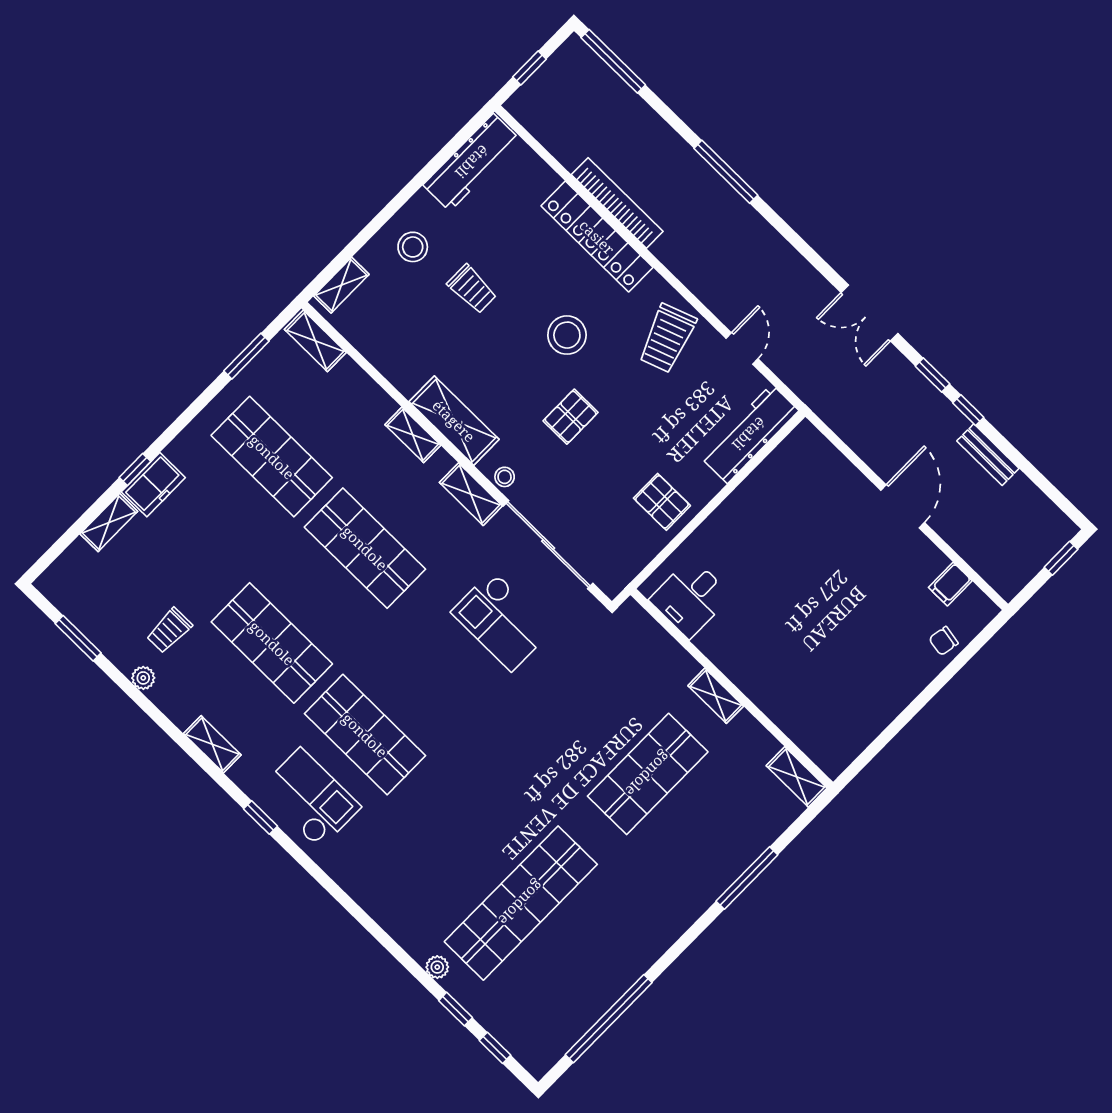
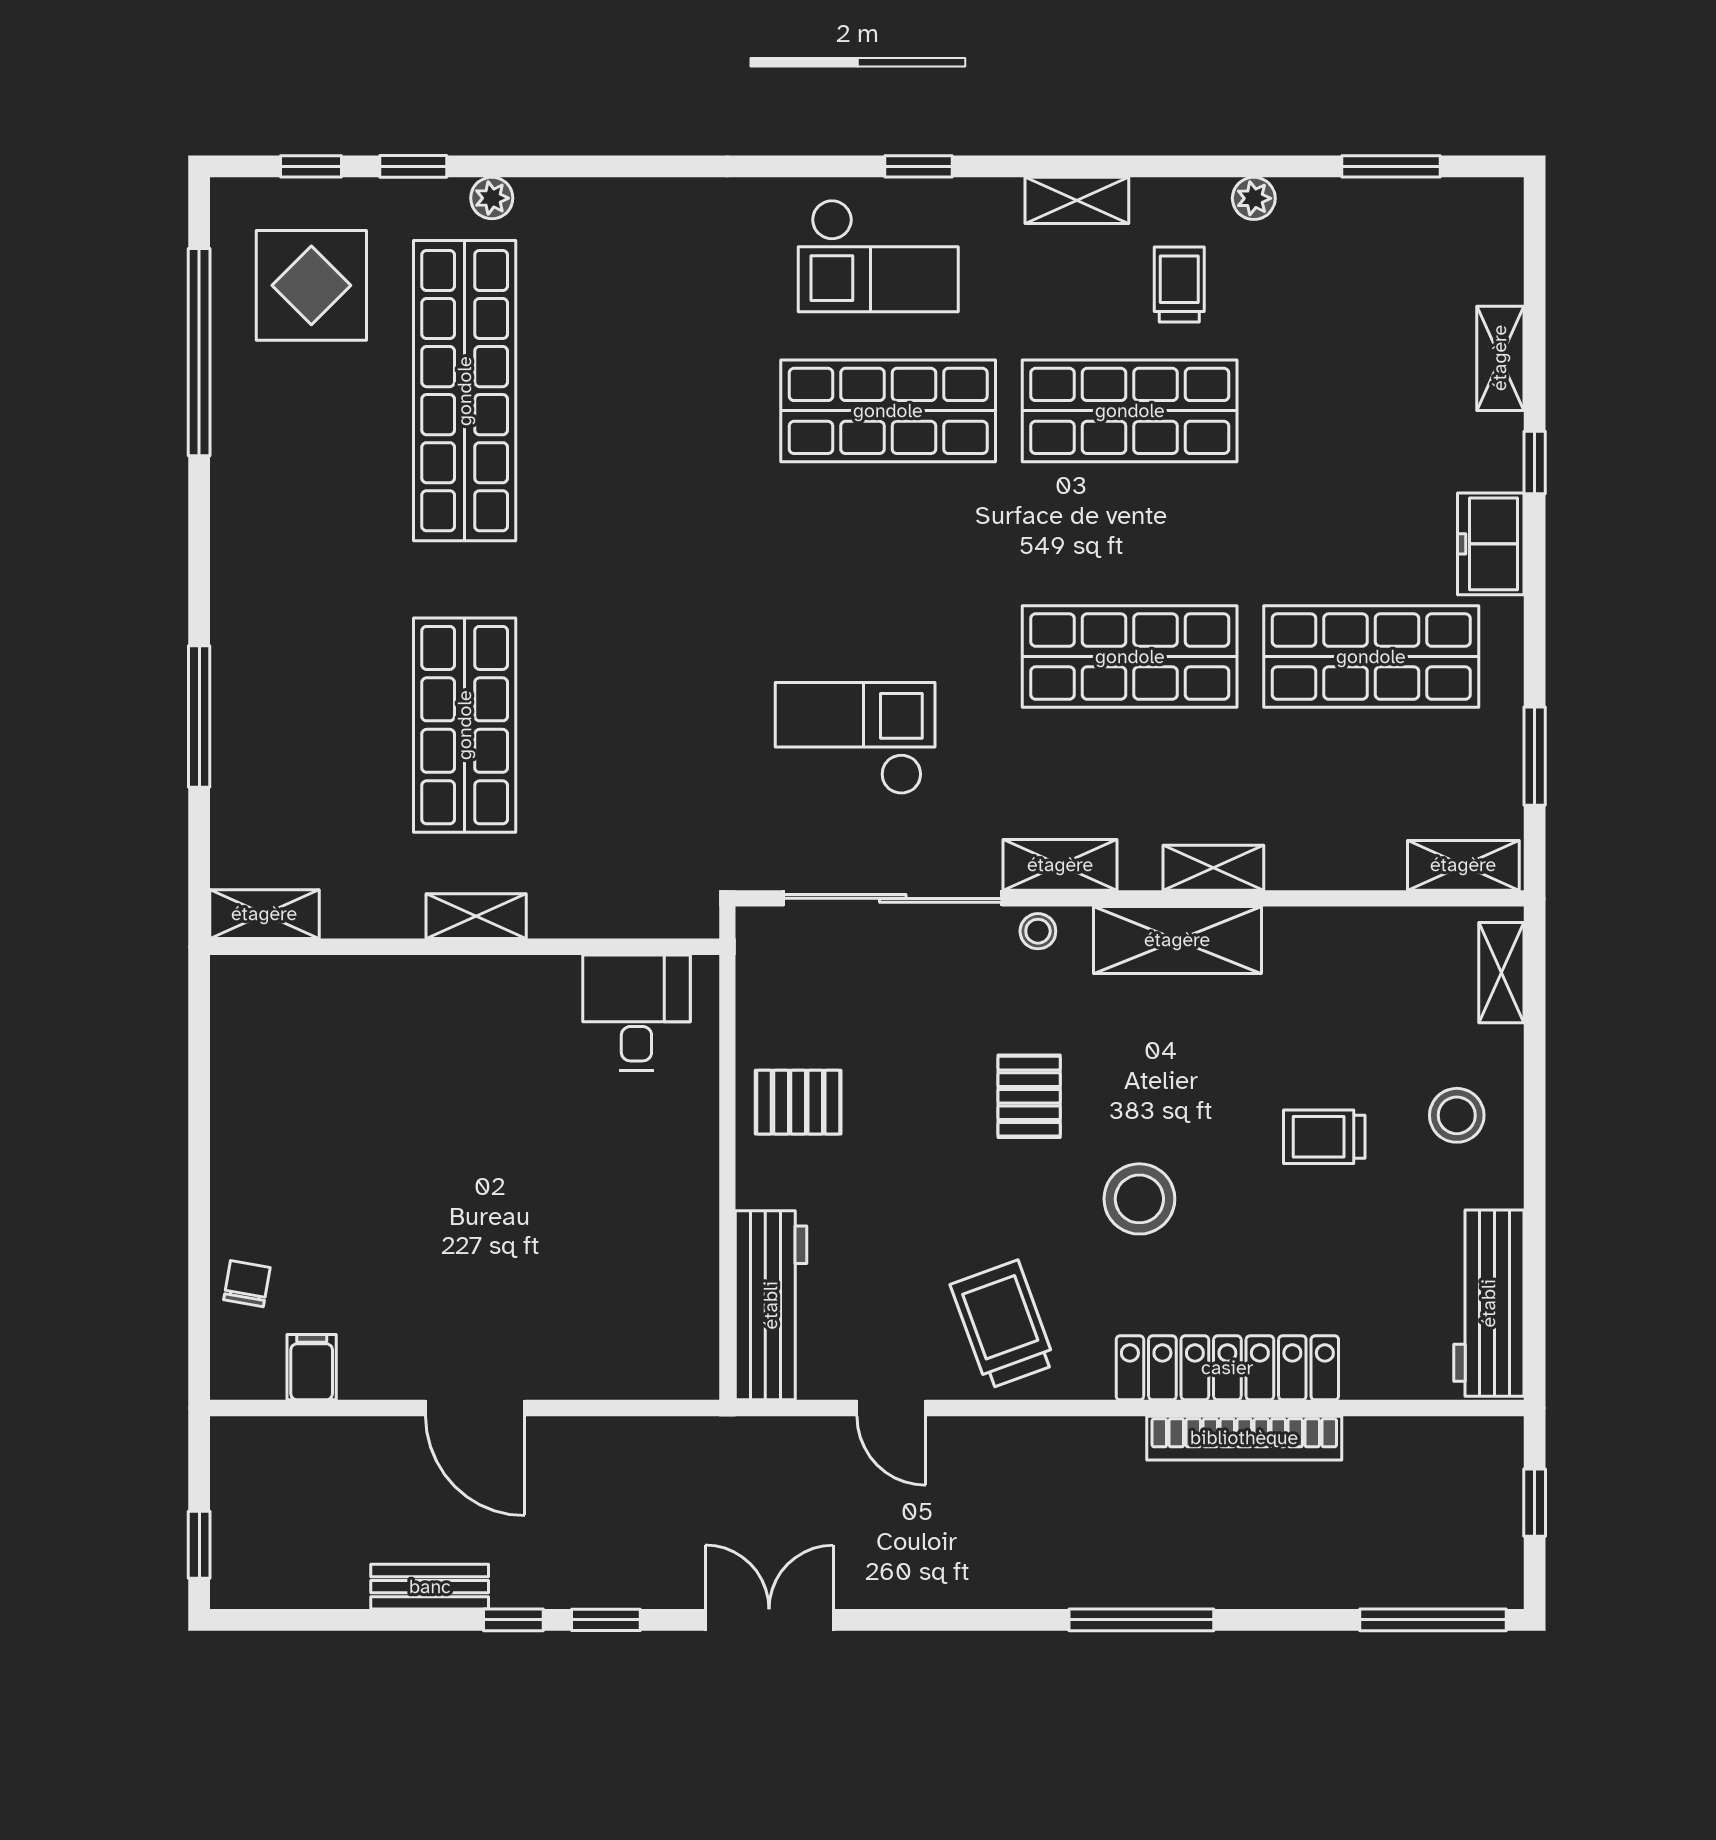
freezer: (153, 485) -> (1491, 544), moved
trolley: (169, 630) -> (1179, 284), moved
display table: (540, 1002) -> (311, 285), added

